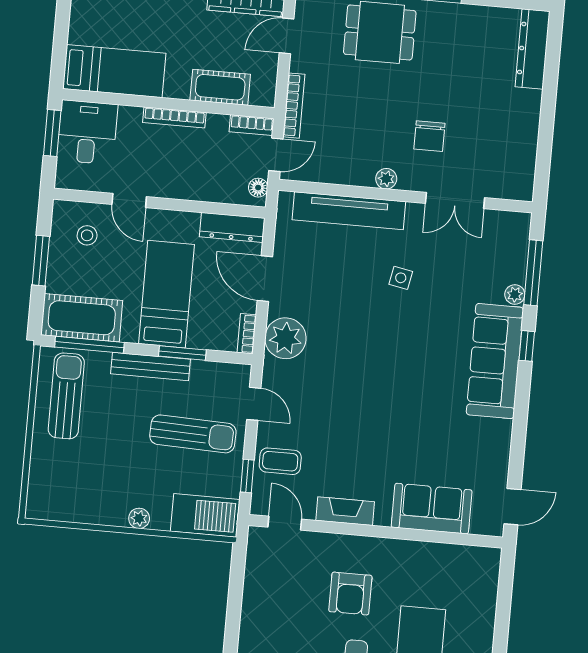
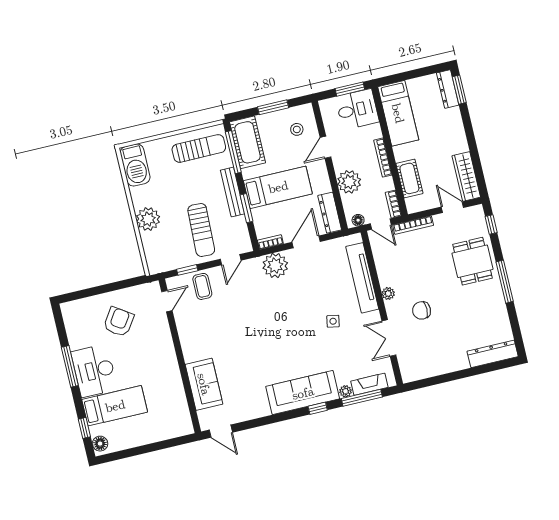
plant: (195, 182) -> (349, 182), added
fireplace: (345, 511) -> (369, 384), moved, turned -90
barbecue: (205, 515) -> (135, 165), moved
plant: (139, 518) -> (148, 219), width x1.88, depth x1.88
armchair: (350, 594) -> (119, 322), moved, turned 124

